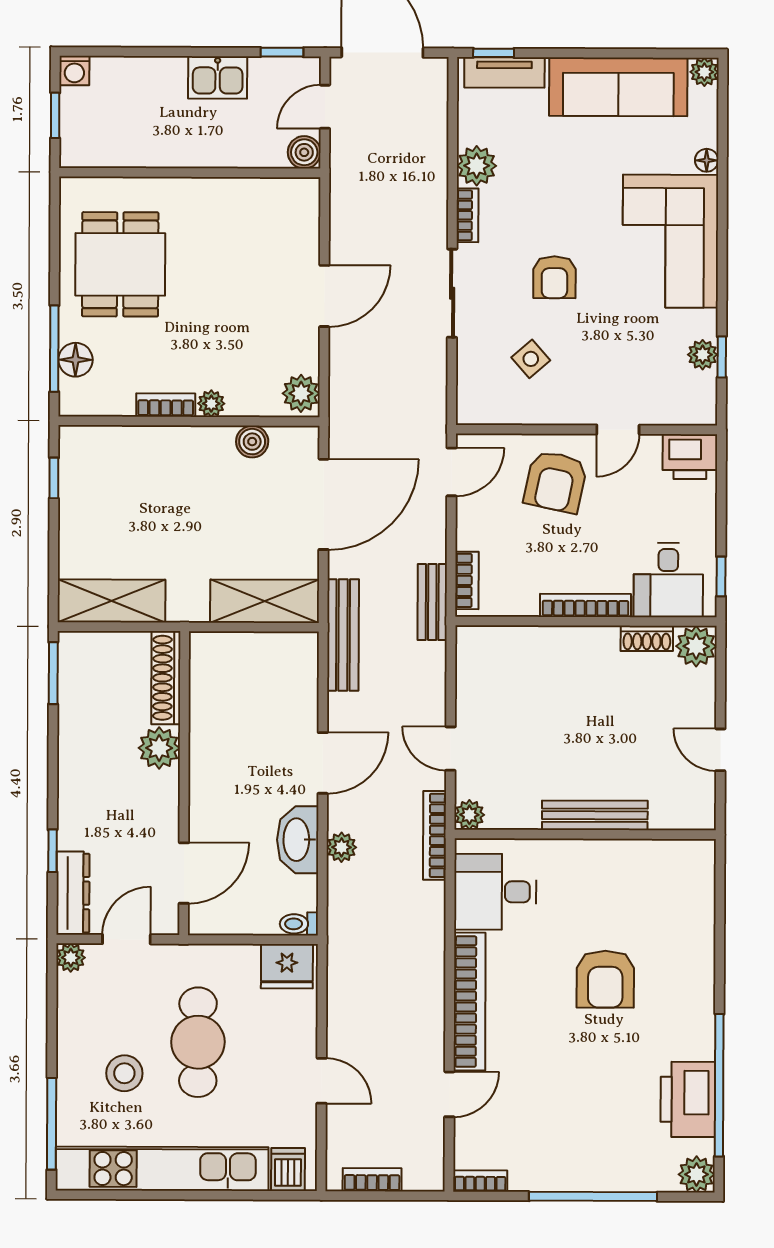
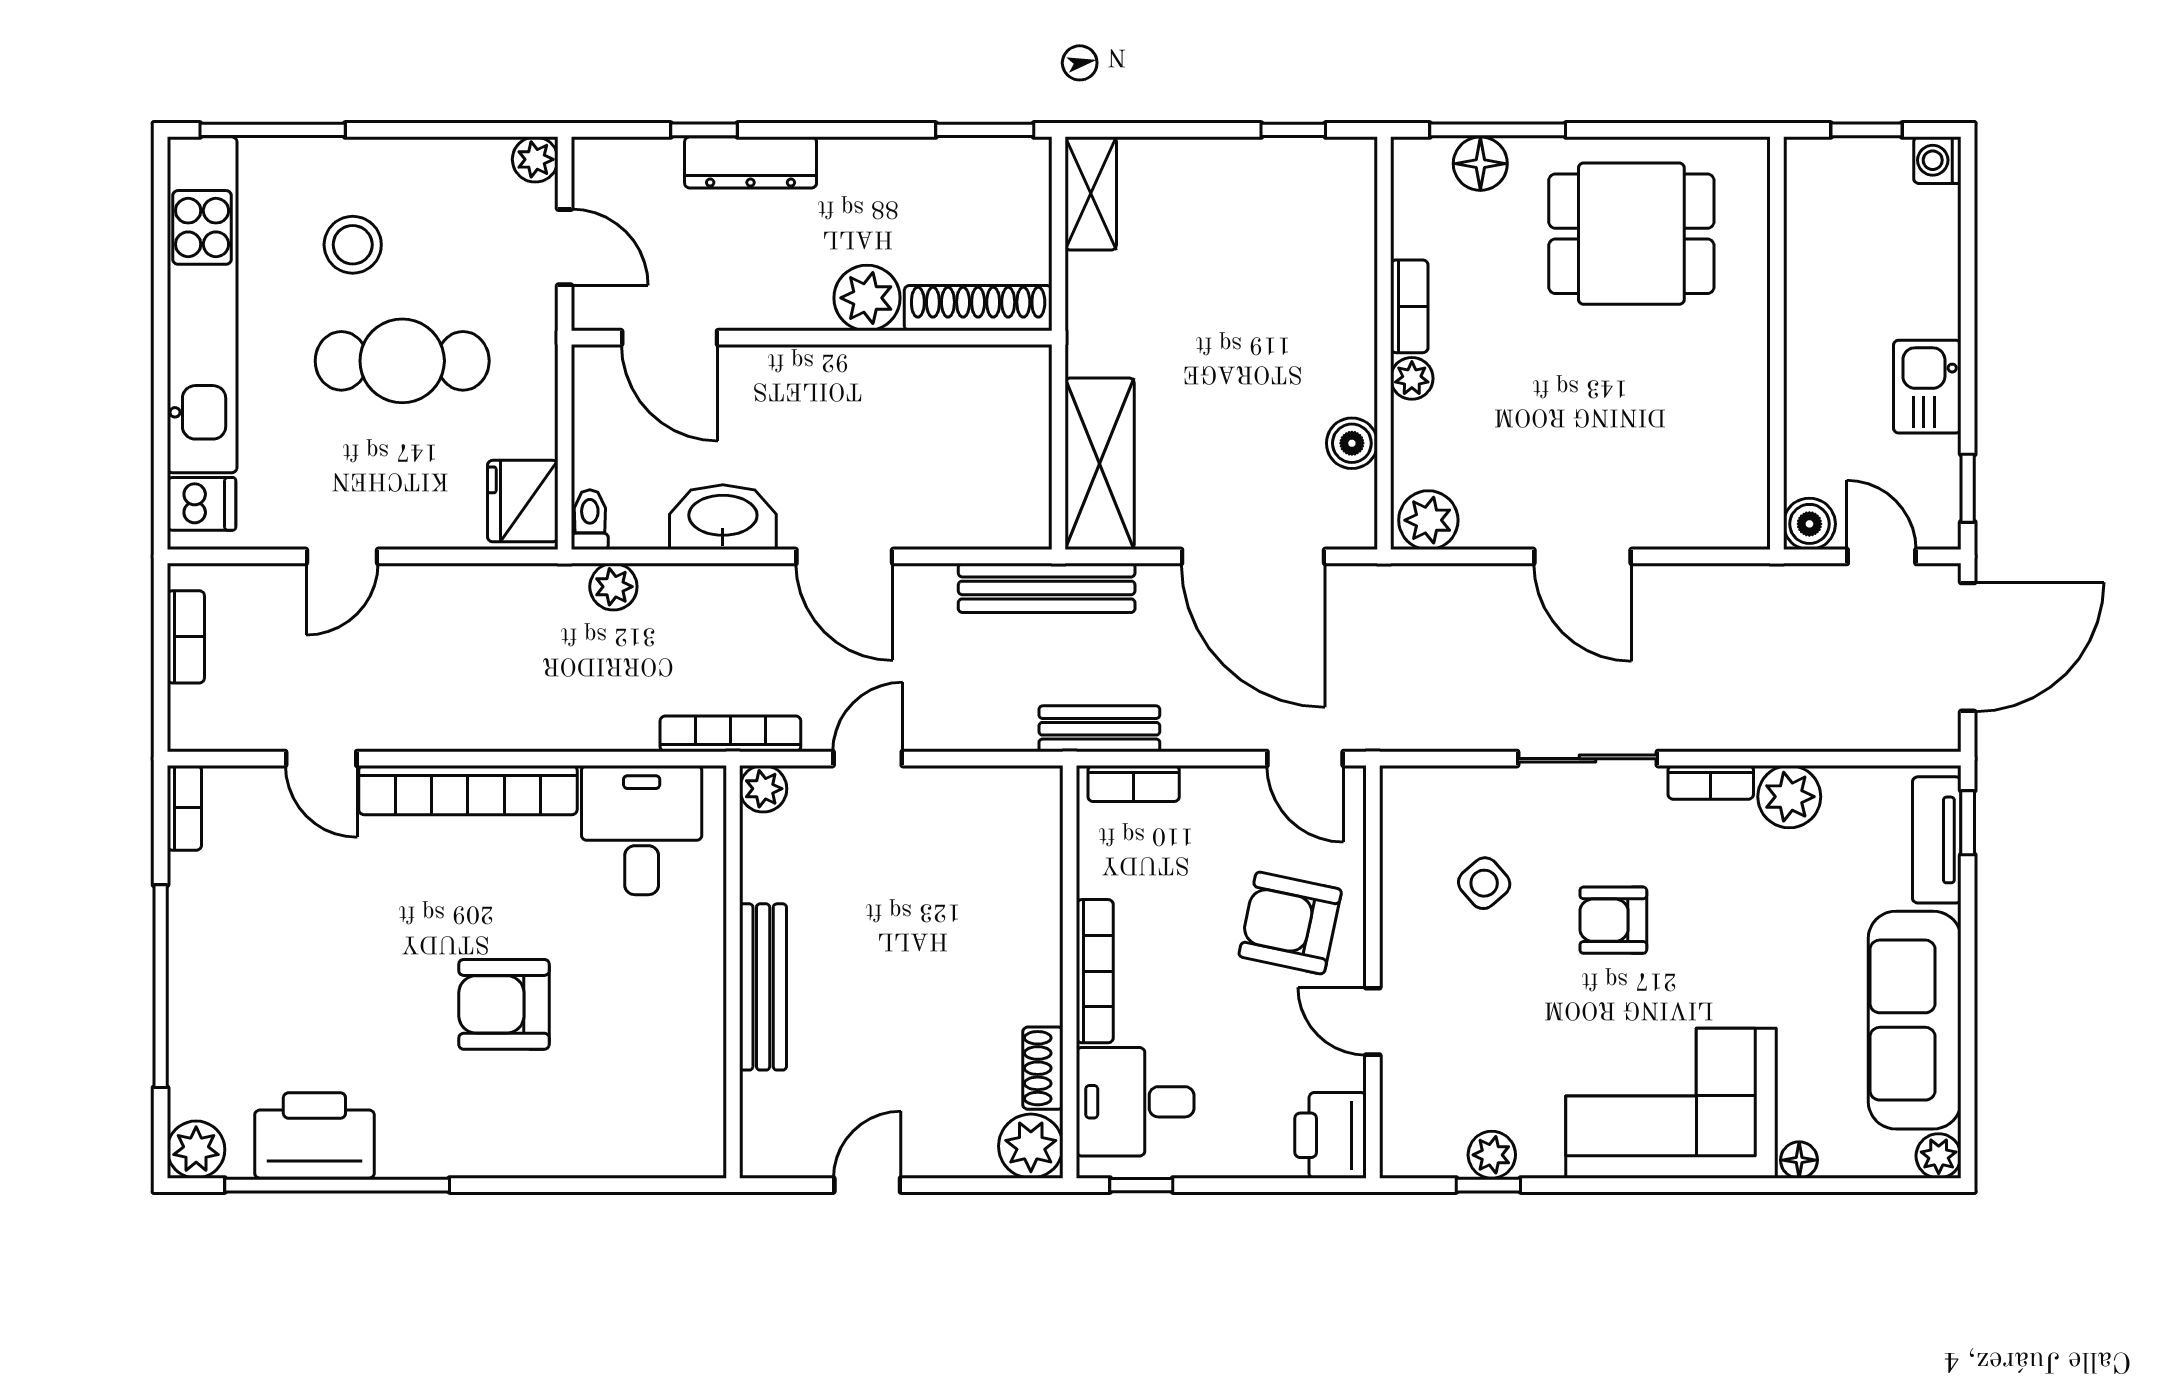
shelving: (111, 601) -> (1091, 193), width x0.67, depth x0.75
plant: (342, 847) -> (613, 587), moved
dresser: (73, 893) -> (751, 162), moved

